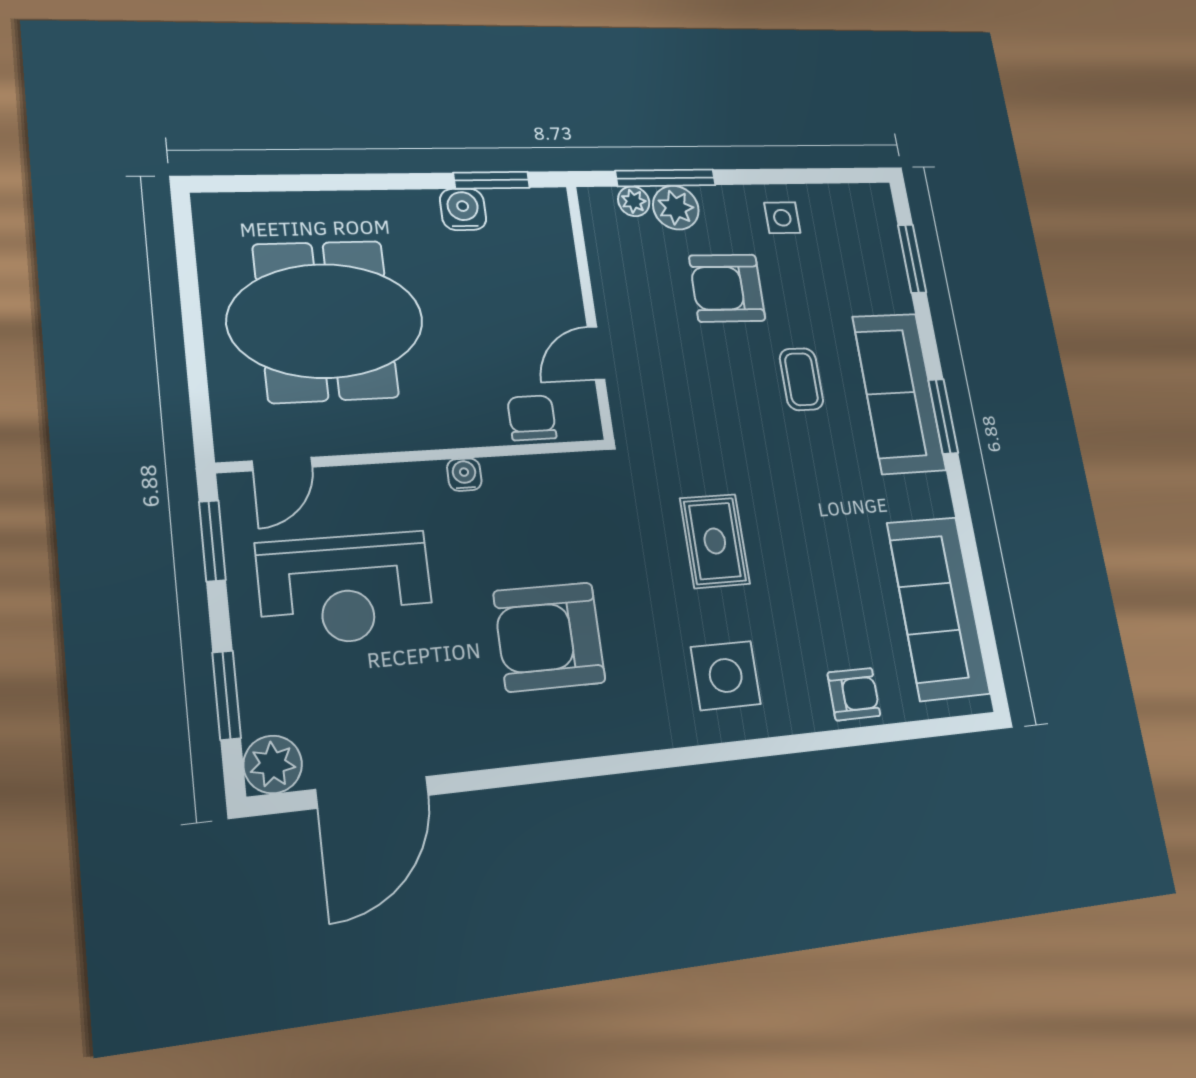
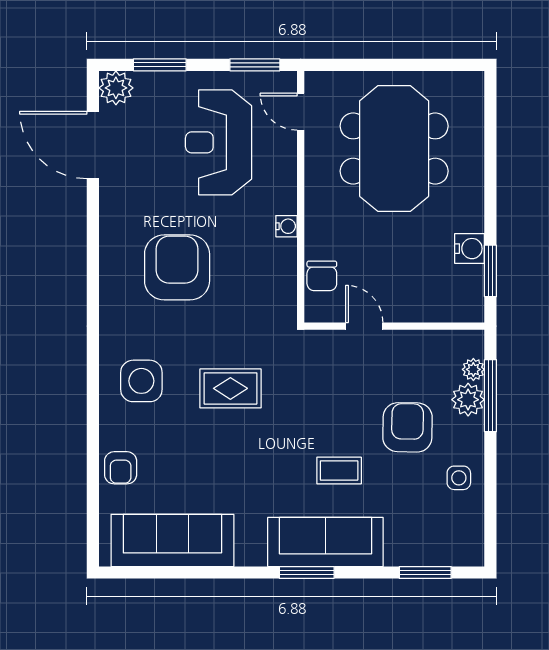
chair: (532, 418) -> (322, 276), turned 90

